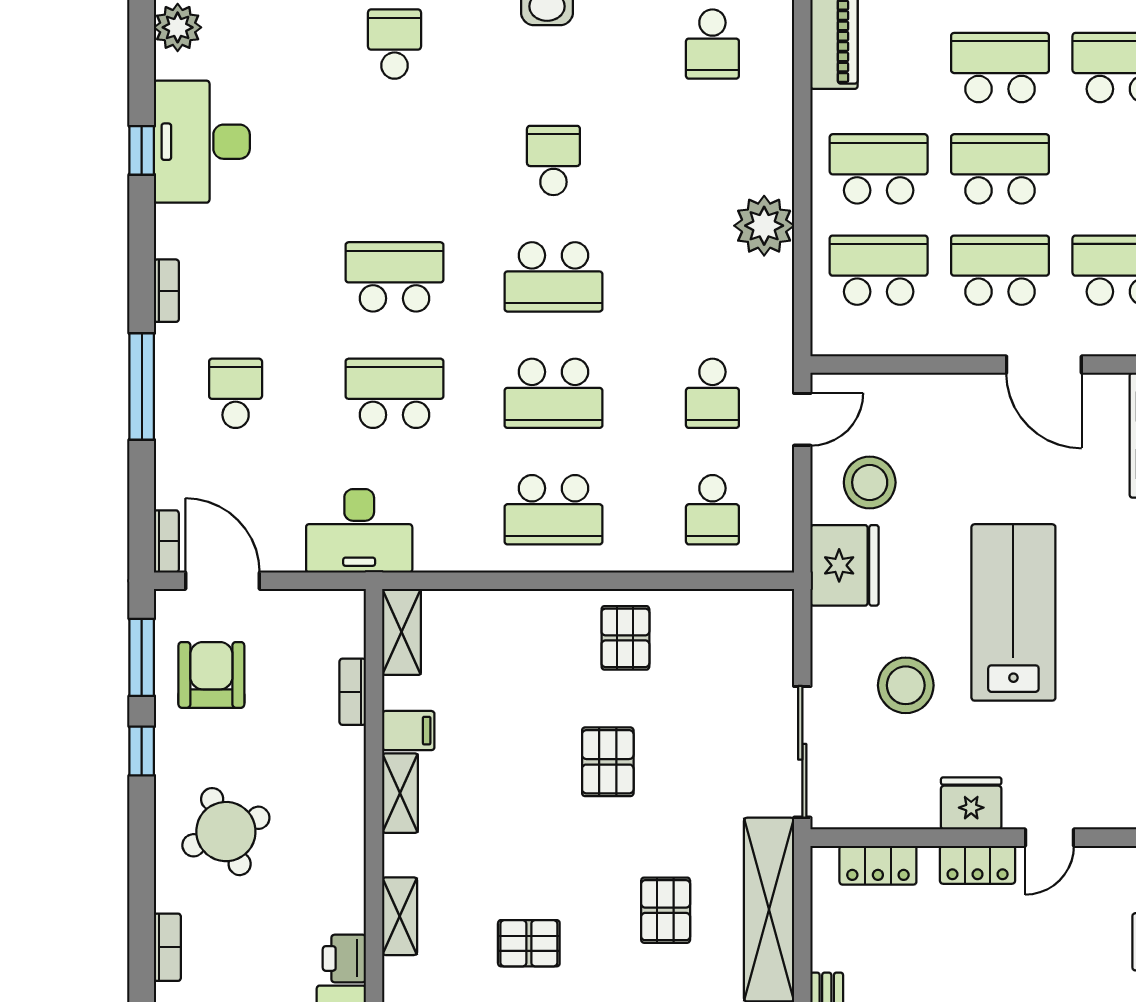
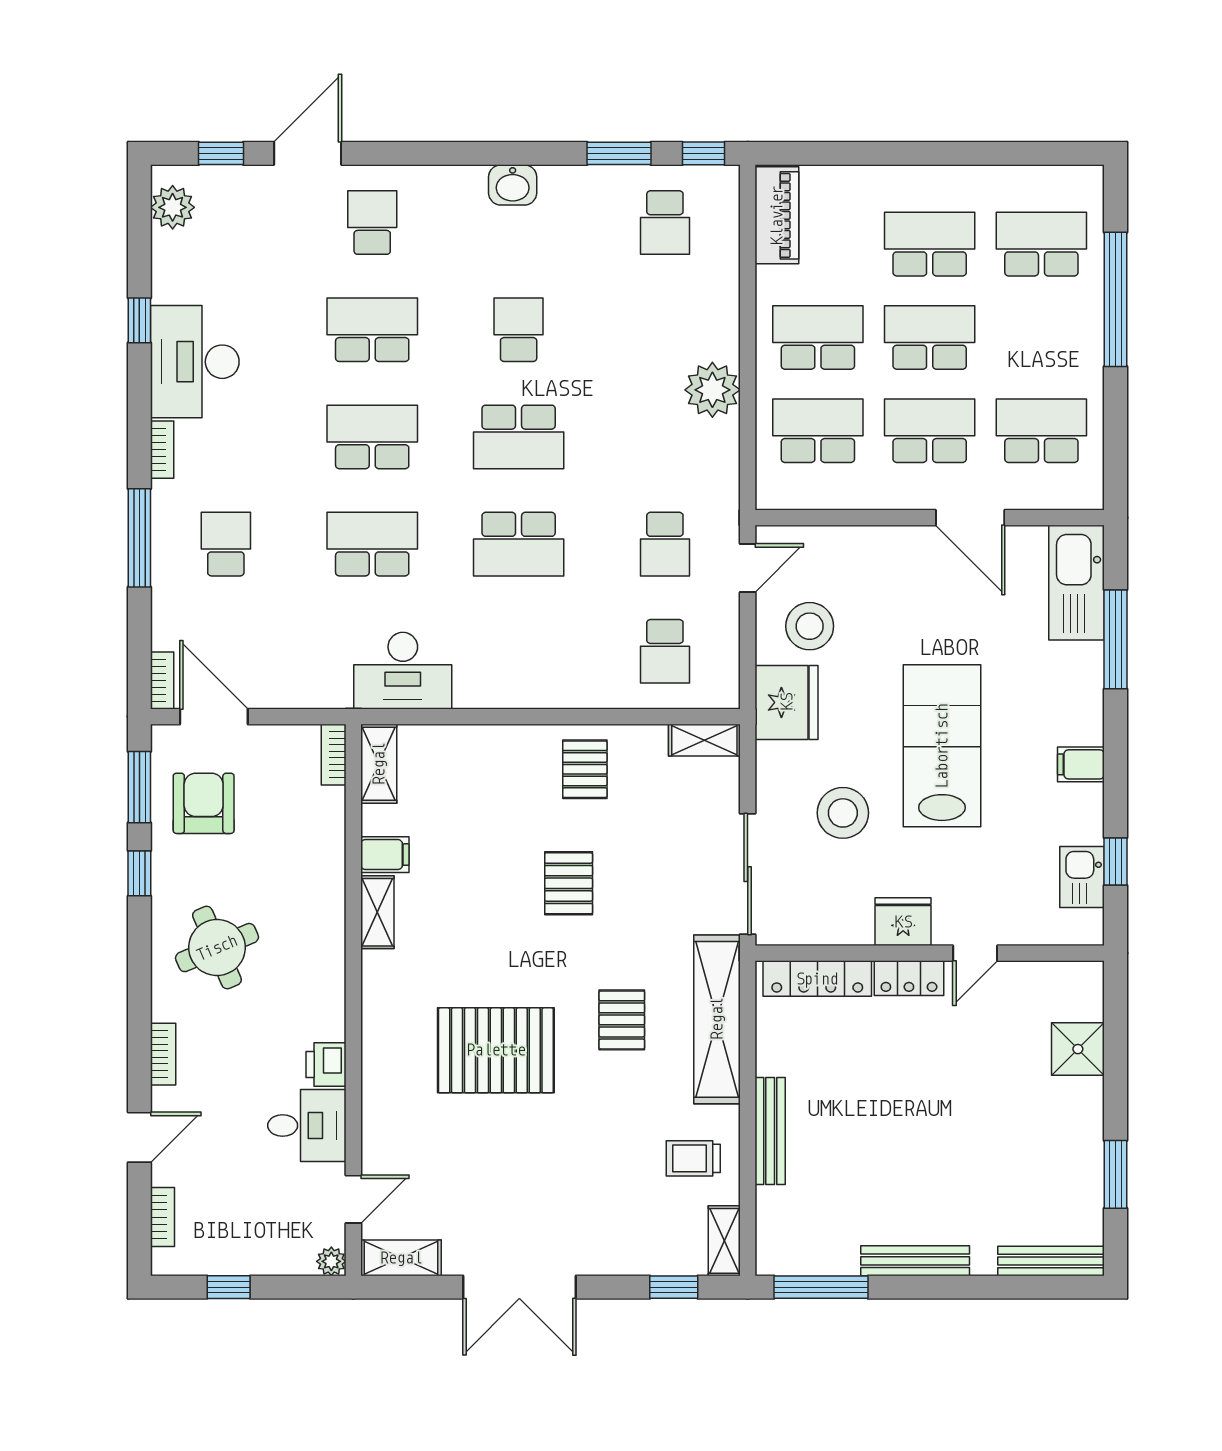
desk: (202, 142) -> (195, 362), moved
school desk: (553, 510) -> (372, 330), moved, turned 180
desk: (359, 531) -> (403, 671), moved
bookcase: (353, 692) -> (334, 755), moved
locker: (878, 865) -> (817, 979), width x1.53
shelving: (400, 916) -> (704, 740), moved, turned 90
pallet: (529, 943) -> (496, 1050), width x2.05, depth x2.00

